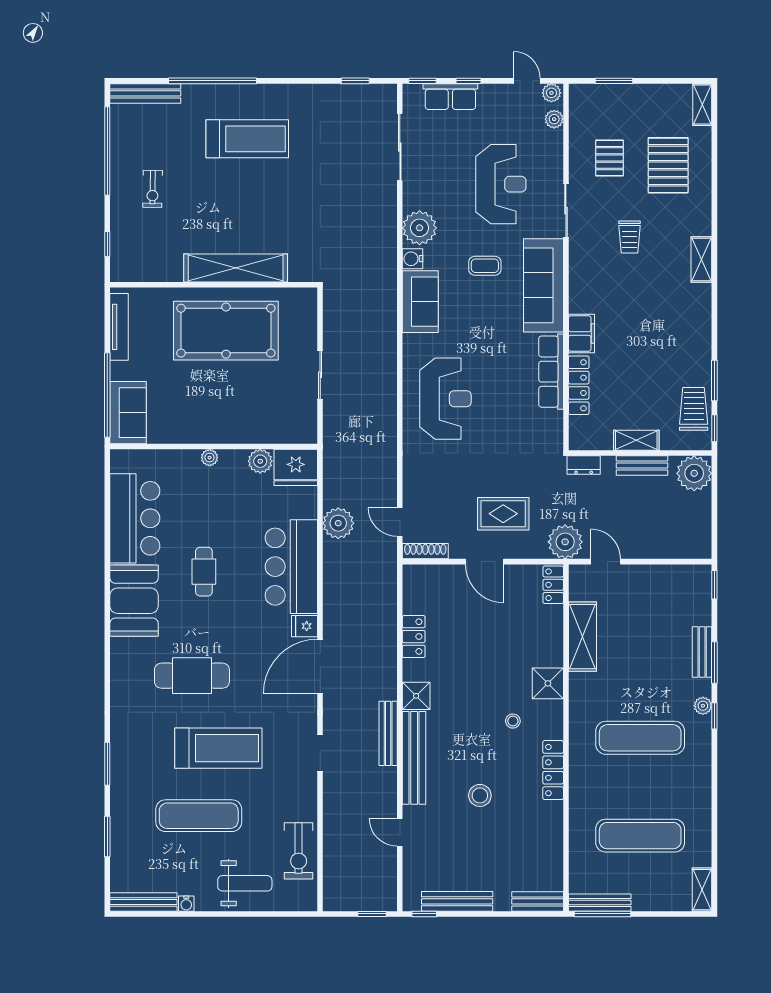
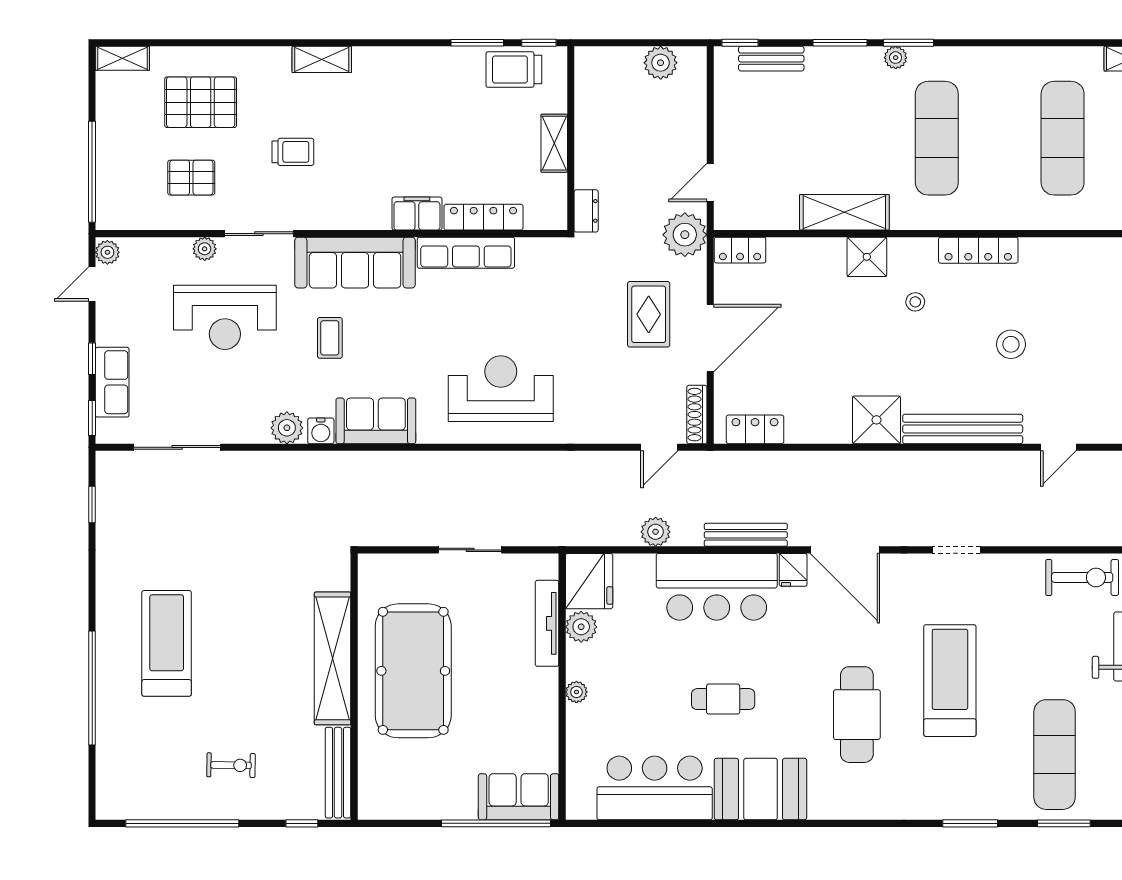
window: (614, 81) -> (92, 172), width x2.11
bench: (145, 93) -> (338, 773), moved
plant: (554, 119) -> (205, 249), moved
reception desk: (501, 184) -> (225, 317), turned 180
plant: (420, 228) -> (287, 428), width x0.73, depth x0.73
tv unit: (119, 327) -> (547, 623), moved, turned -90
bench: (642, 466) -> (587, 136), removed
plant: (694, 473) -> (661, 63), moved, width x0.73, depth x0.73
plant: (338, 523) -> (656, 532), width x0.73, depth x0.73
door: (485, 562) -> (710, 338), width x1.36
locker: (414, 637) -> (755, 429), moved
shelving: (583, 637) -> (844, 212), moved
bench: (702, 652) -> (771, 59), moved
shower: (416, 696) -> (876, 420), width x1.36, depth x1.36
window: (714, 716) -> (909, 43), width x1.50
bench: (388, 733) -> (746, 535), moved
exercise mat: (199, 816) -> (1055, 755), moved

